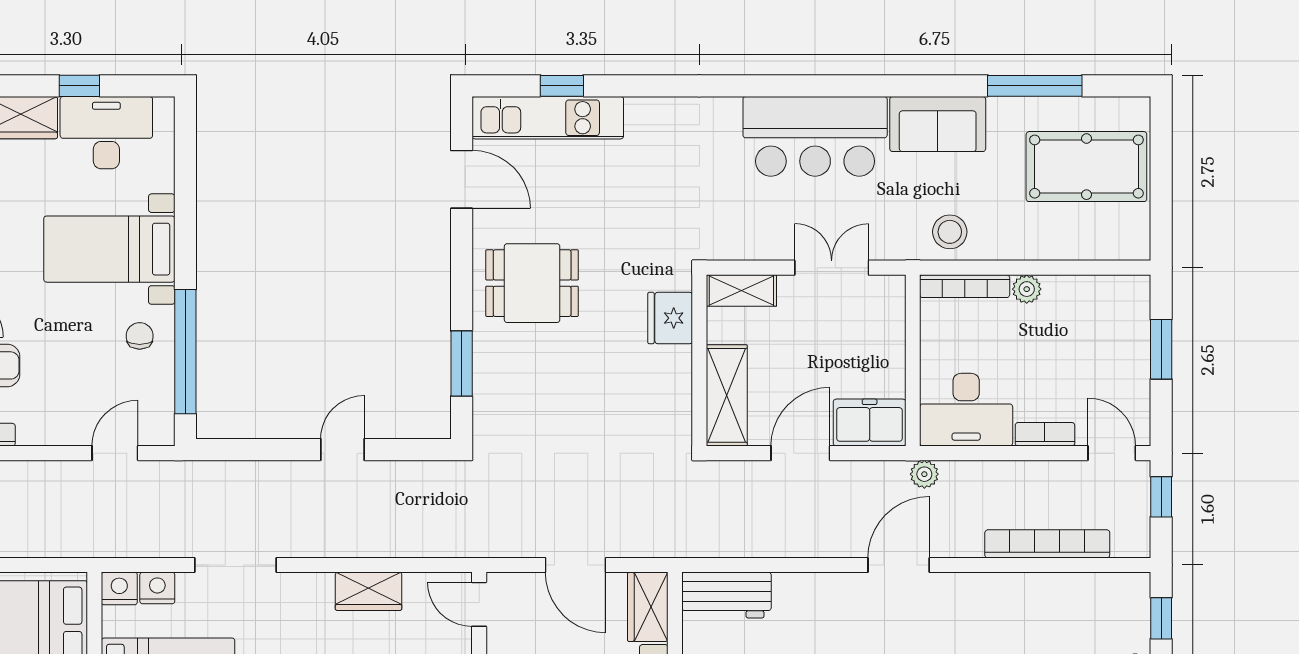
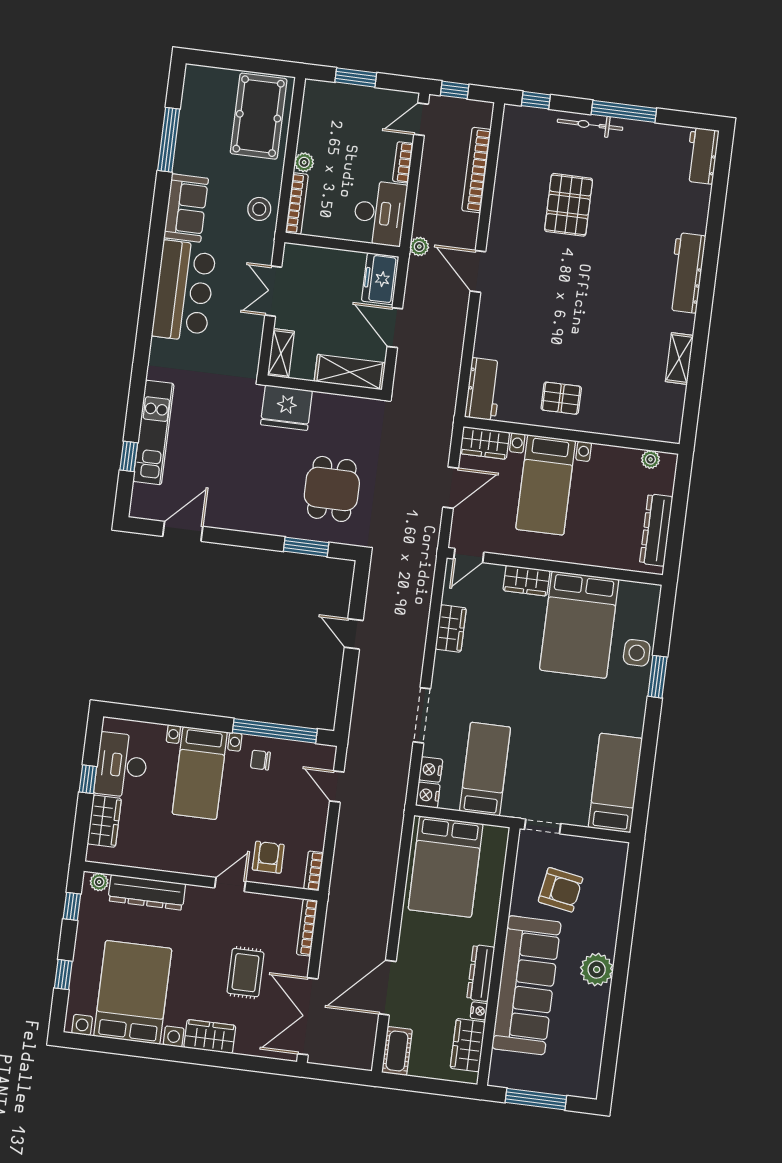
kitchen unit: (548, 118) -> (153, 432), moved
pool table: (1086, 167) -> (259, 116), moved
dining table: (532, 283) -> (332, 489), moved
fridge: (670, 318) -> (286, 408), width x1.36, depth x1.34

